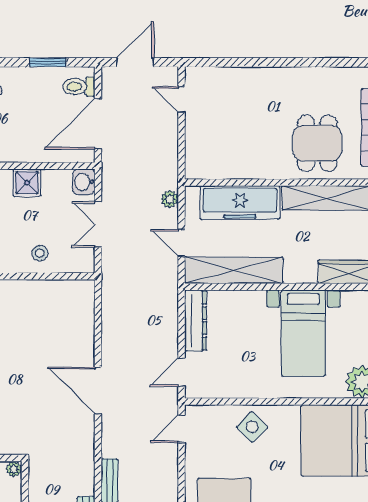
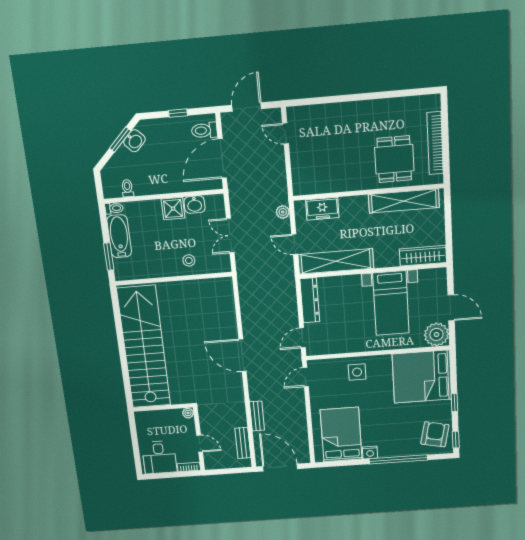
window: (48, 62) -> (178, 113), width x0.67
washbasin: (84, 182) -> (195, 205), moved, turned -90
freezer: (240, 203) -> (322, 209), width x0.52, depth x0.79
side table: (252, 427) -> (357, 372), turned 45

